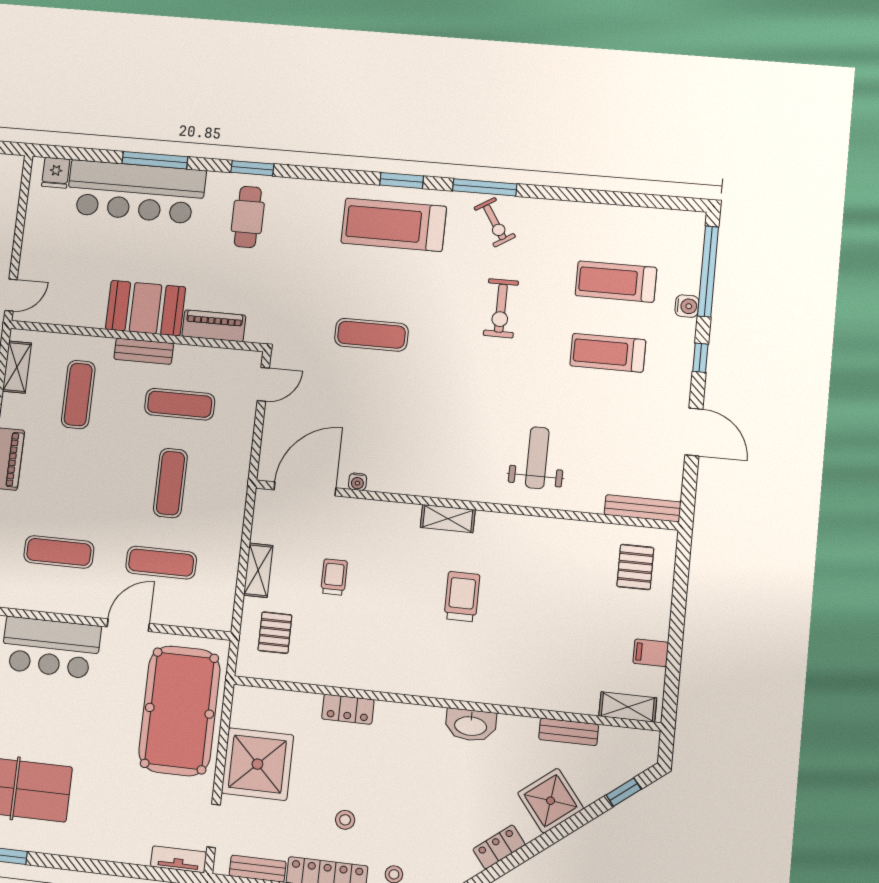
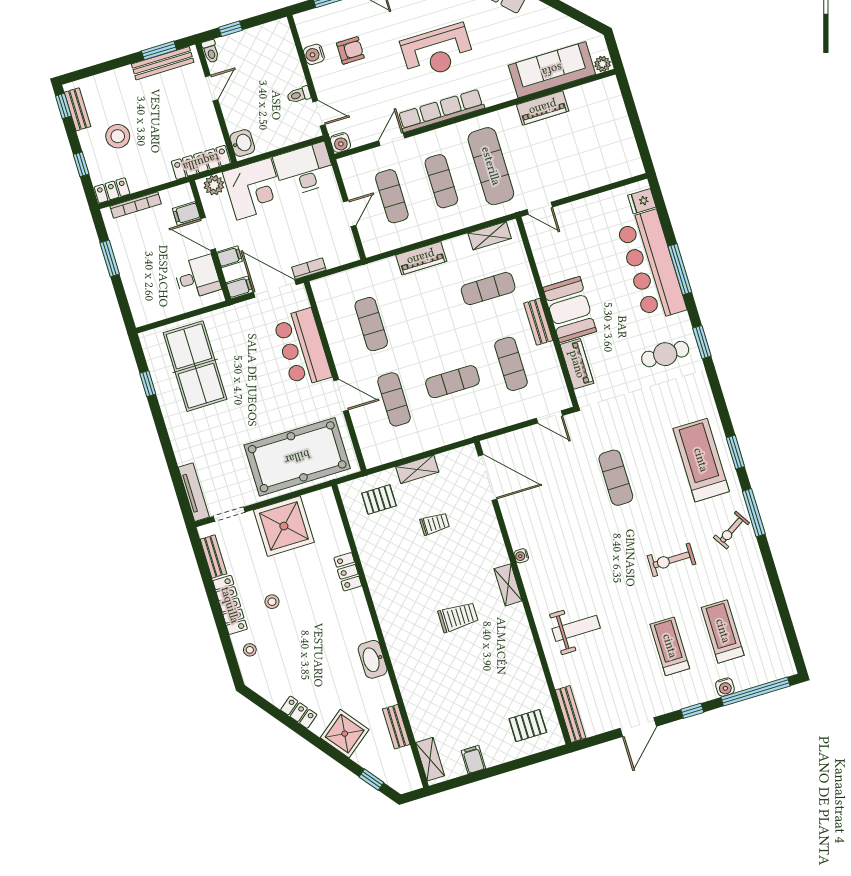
water cooler: (358, 482) -> (521, 556), moved
tv unit: (179, 859) -> (194, 492), width x1.41

